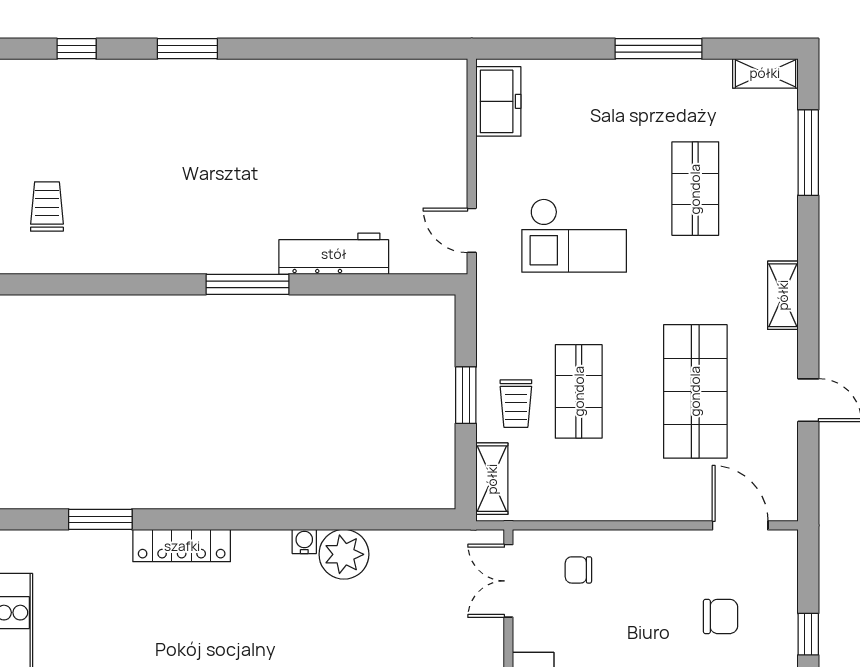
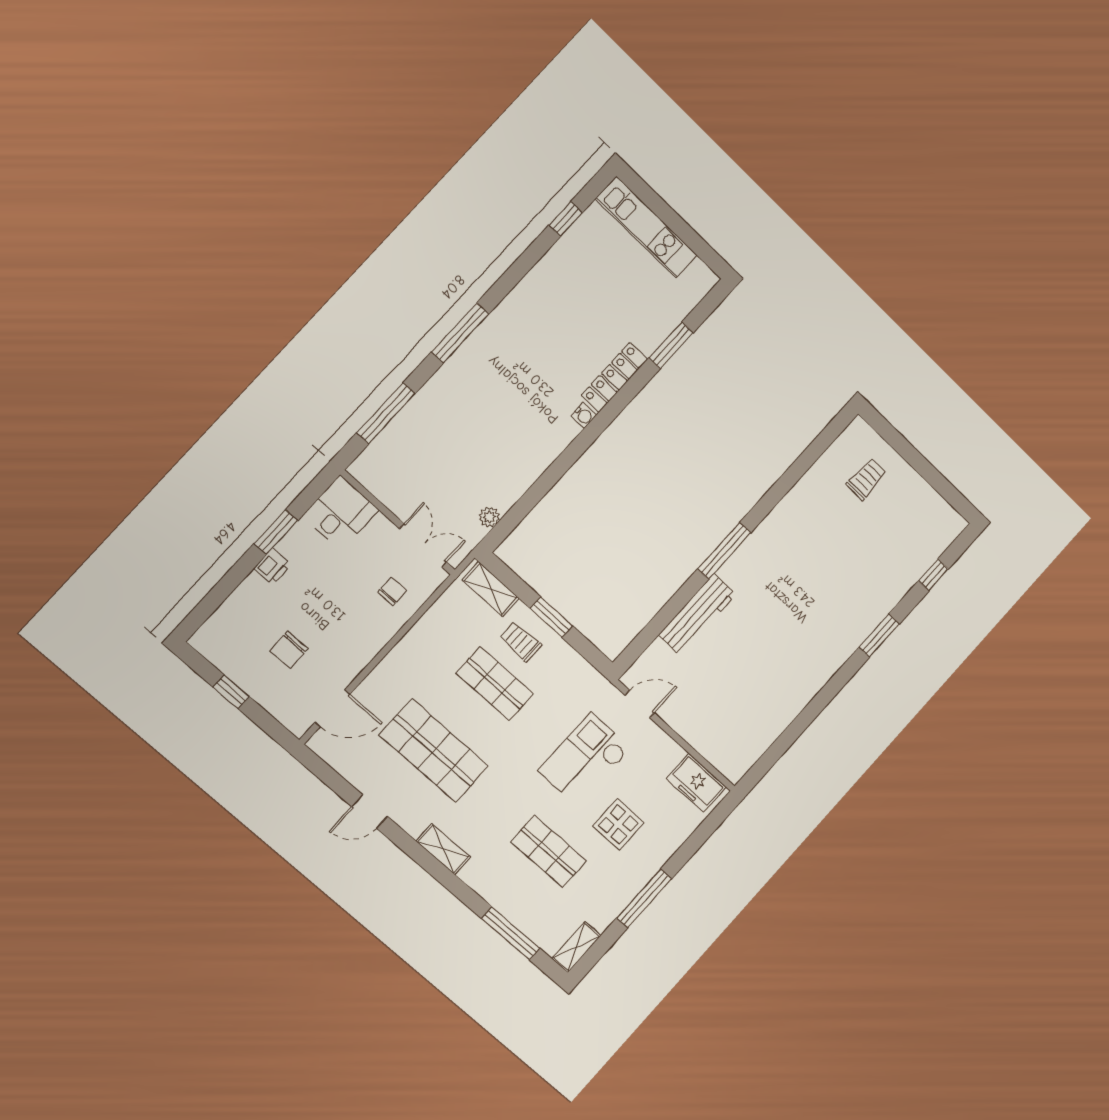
display table: (608, 143) -> (618, 824), added
trolley: (47, 206) -> (866, 479), turned -90
water cooler: (304, 541) -> (584, 415), moved
plant: (344, 554) -> (489, 517), moved, width x0.53, depth x0.53

